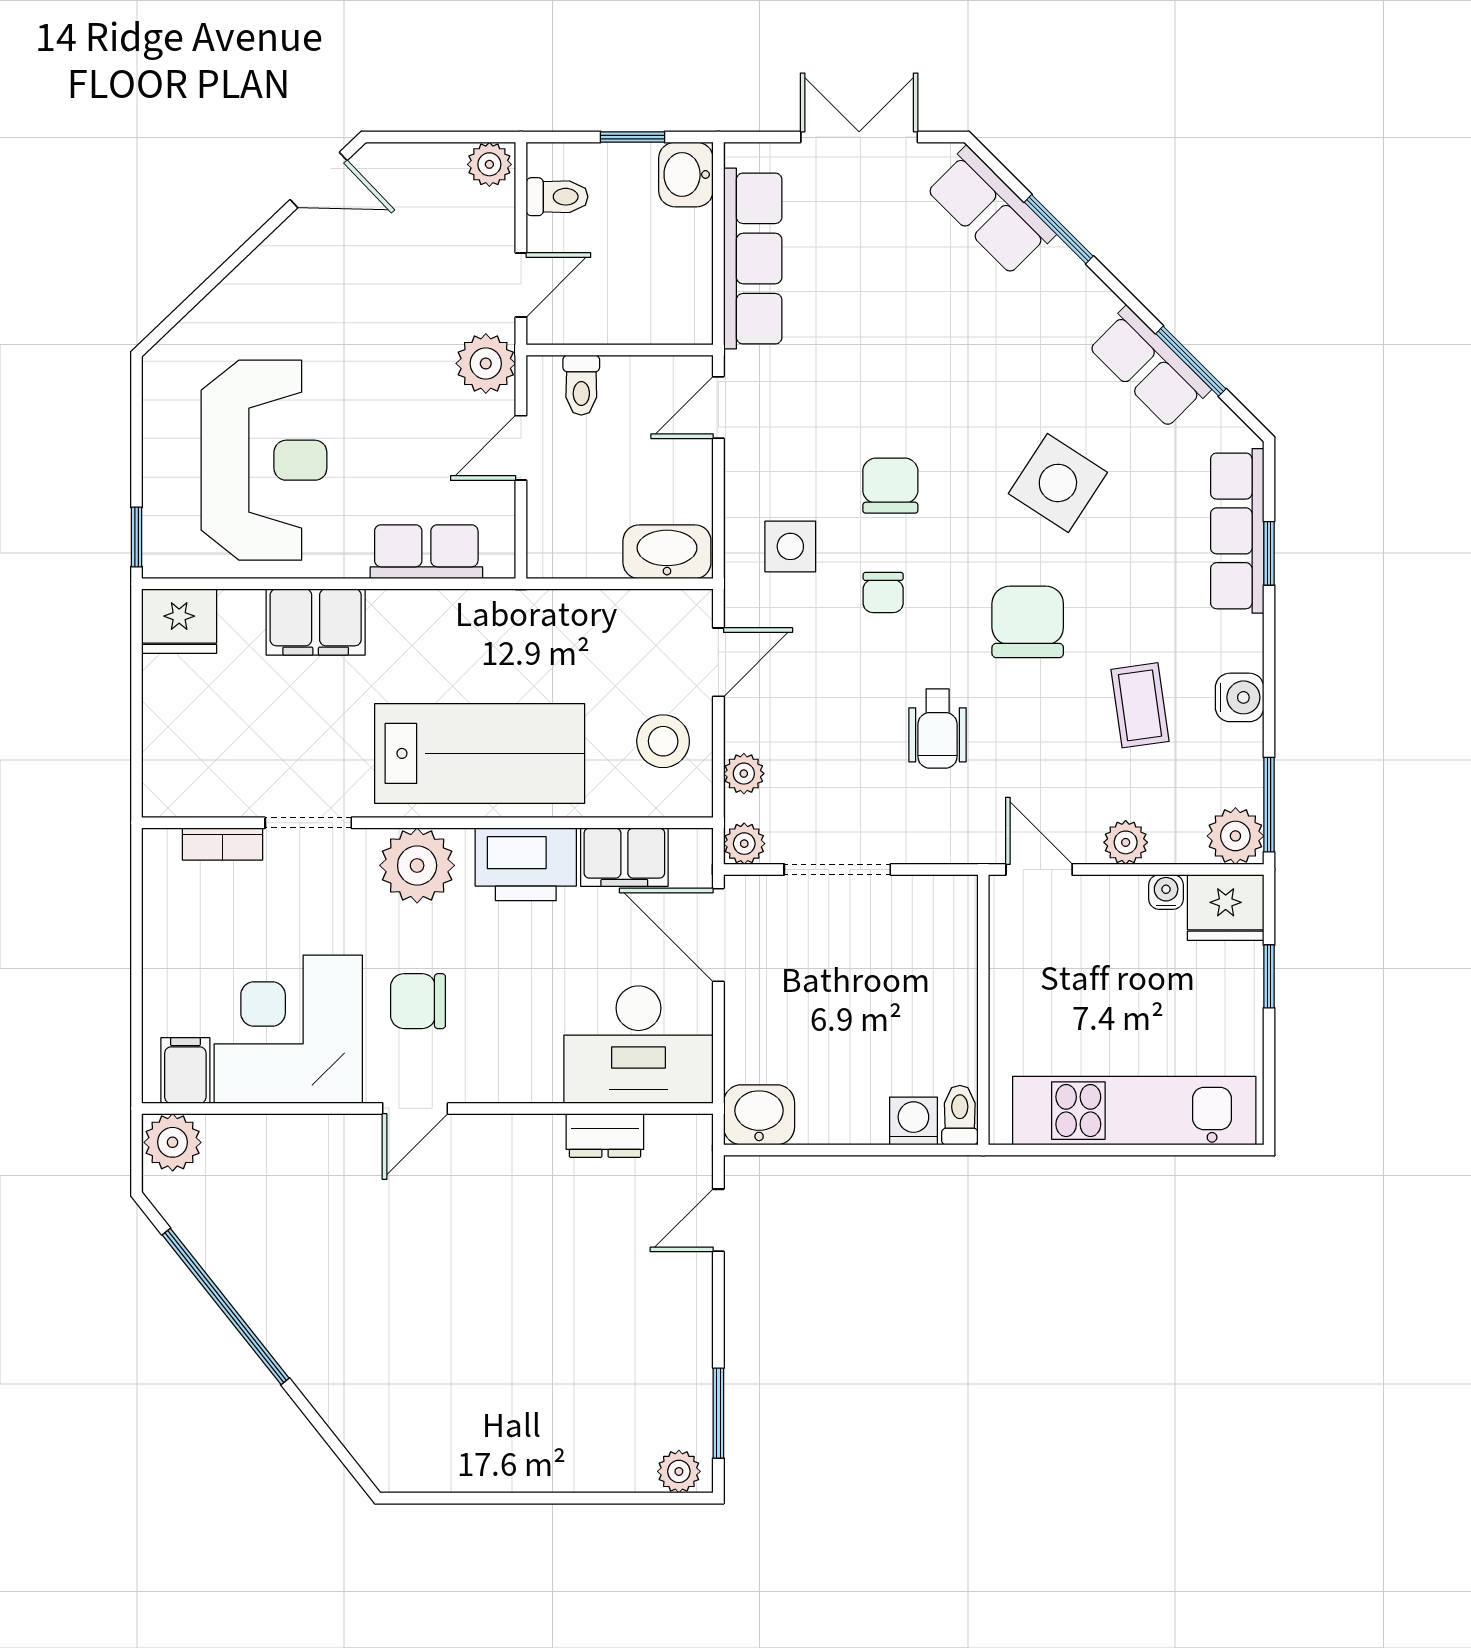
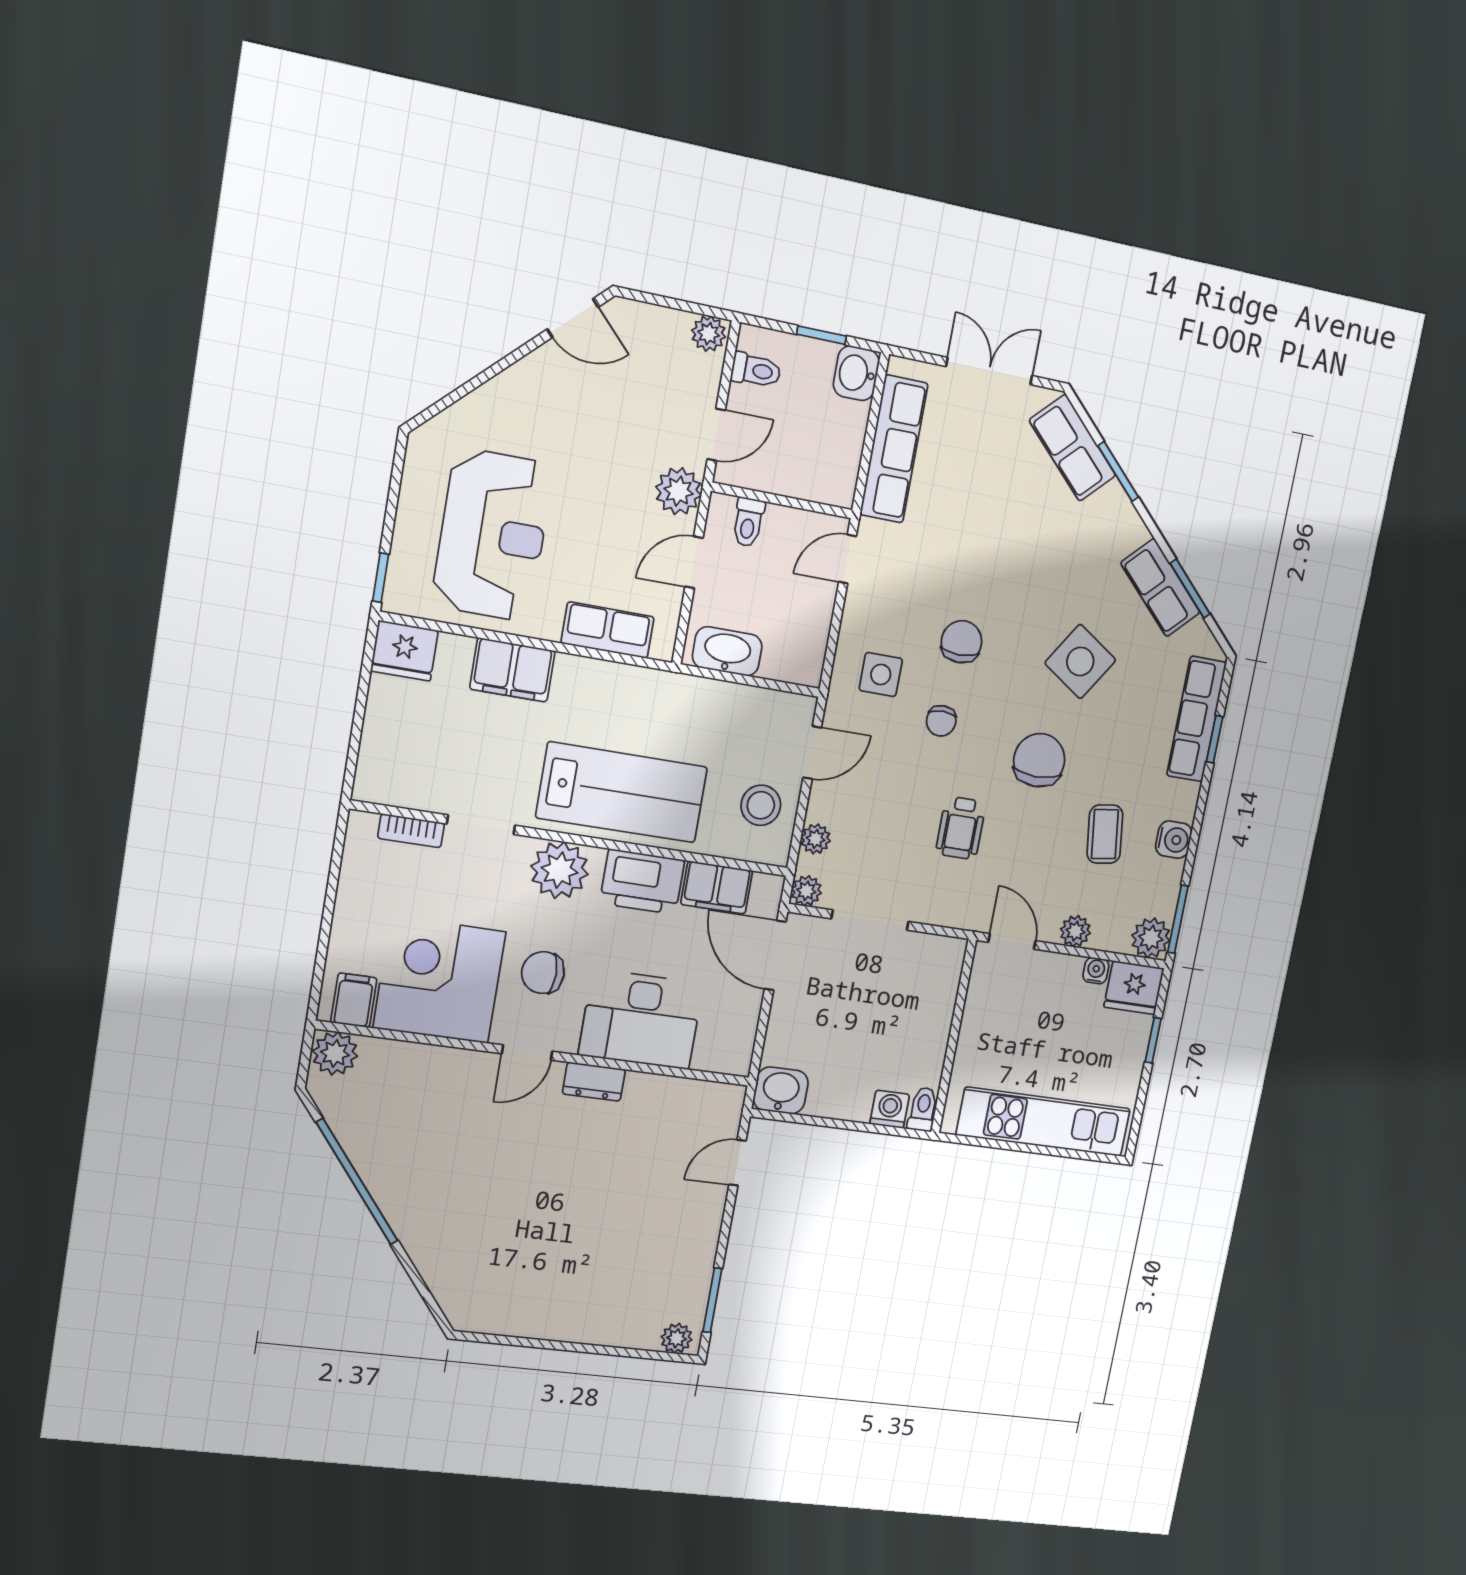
washbasin: (667, 552) -> (727, 651), moved
desk: (638, 1045) -> (641, 1019), moved
dresser: (605, 1135) -> (594, 1082), moved

